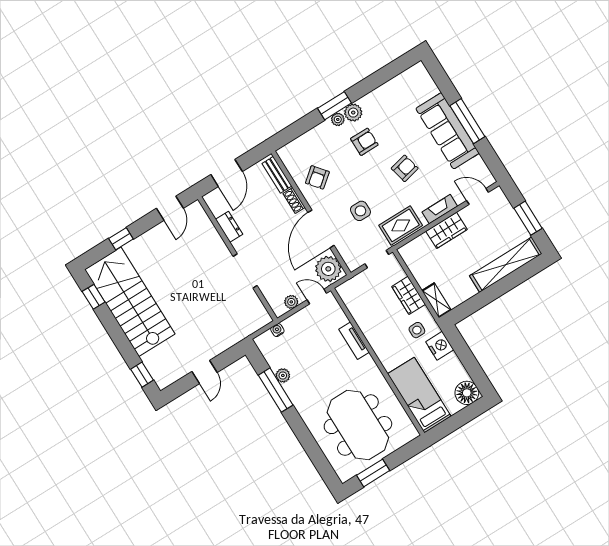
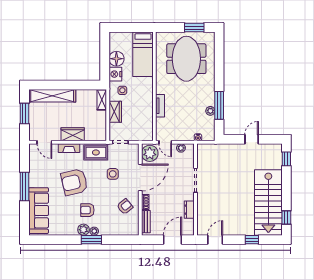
sofa: (448, 131) -> (39, 211), moved
armchair: (405, 168) -> (74, 182), width x1.88, depth x1.88
floor lamp: (467, 393) -> (116, 59), moved

